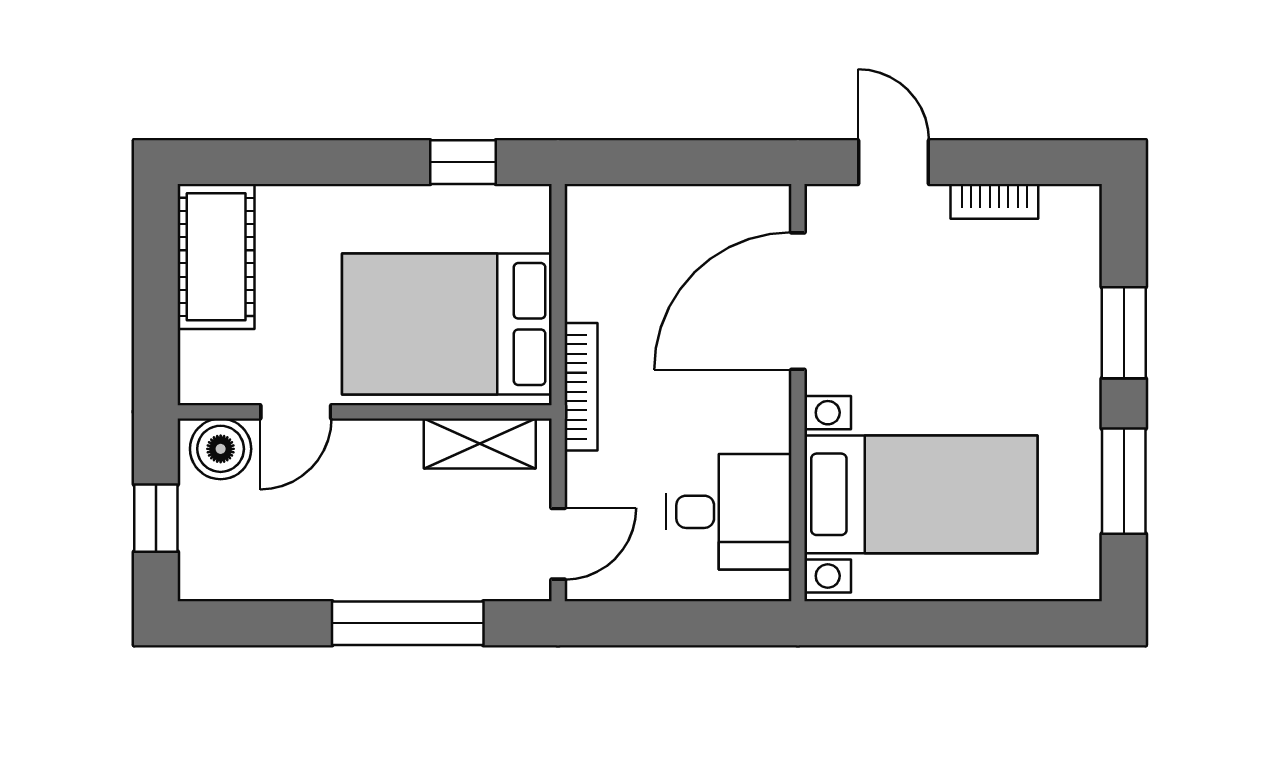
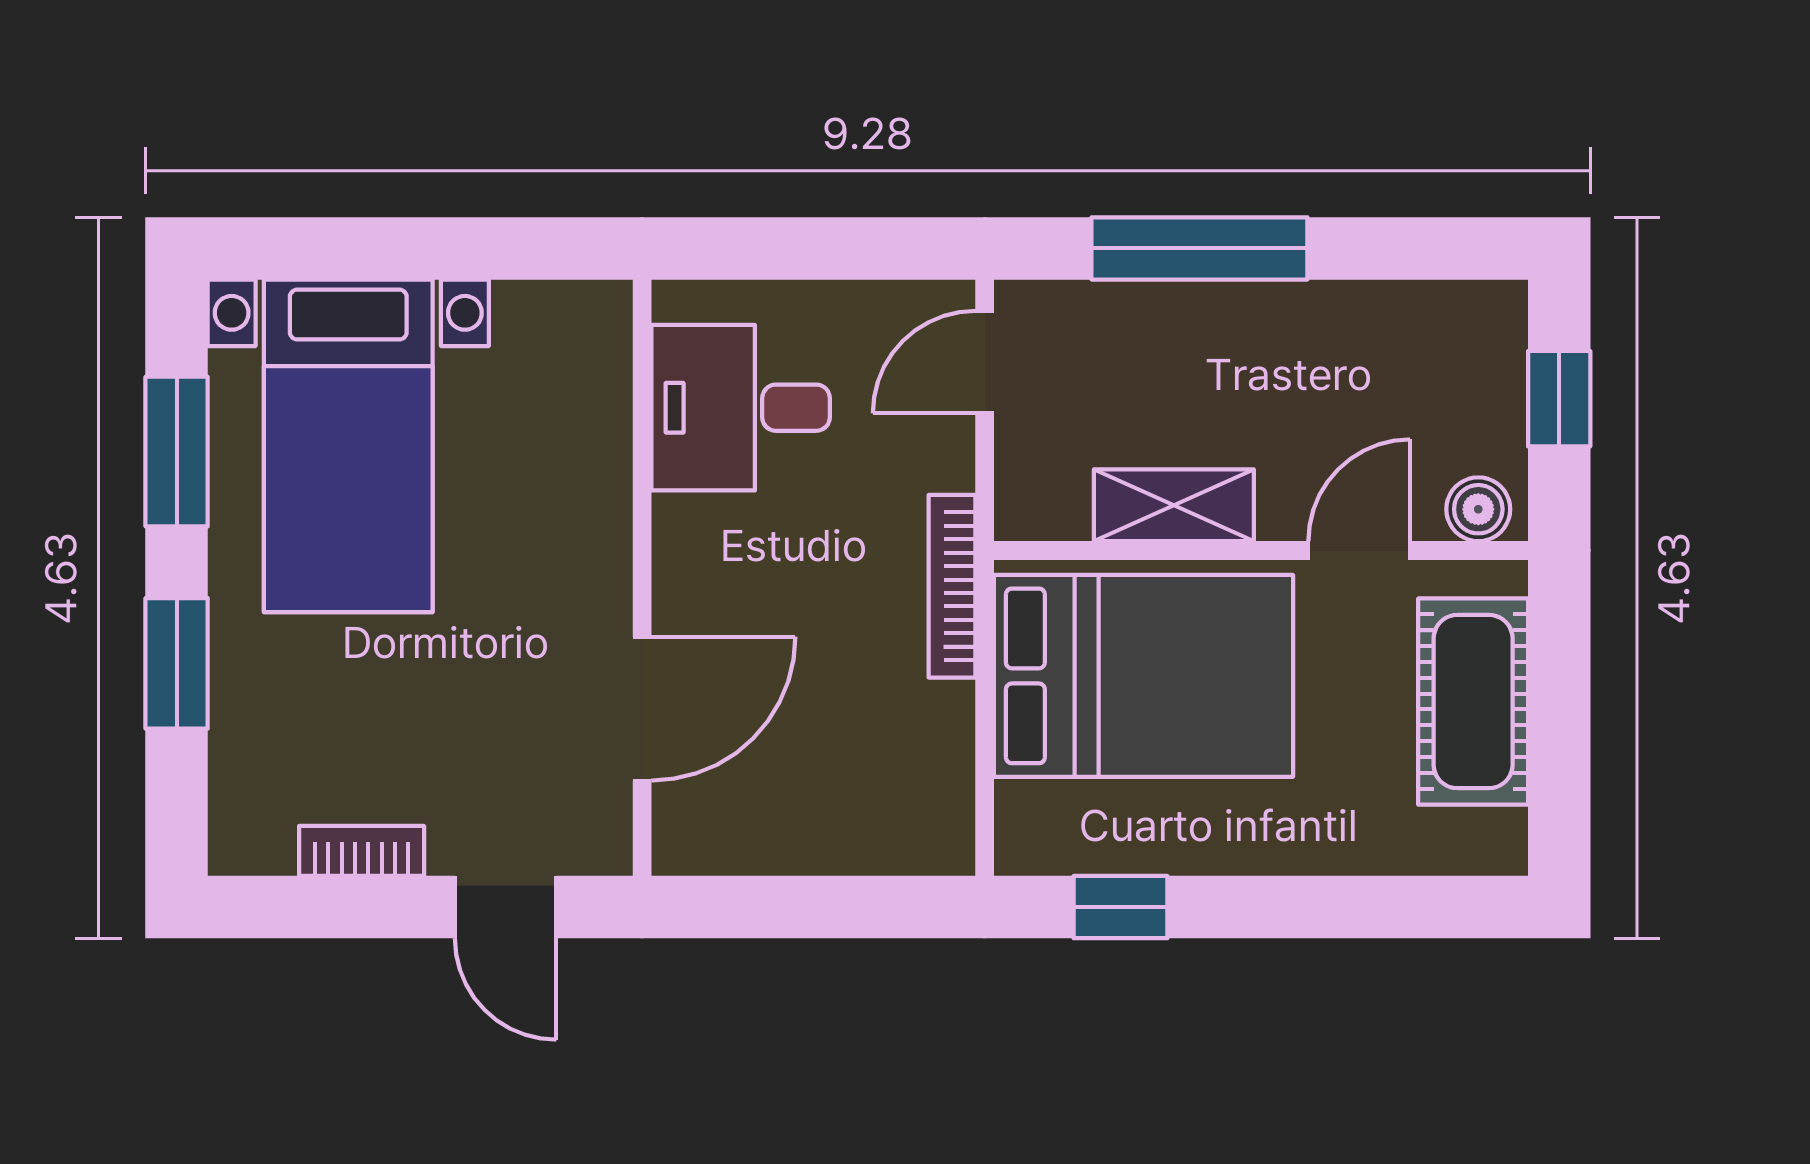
cot: (216, 257) -> (1473, 702), moved
door: (798, 301) -> (642, 709), width x0.73
shelving: (480, 444) -> (1174, 505), moved
boiler: (221, 449) -> (1478, 509), width x0.73, depth x0.73
bed with nightstands: (921, 494) -> (348, 446), moved, turned -90

